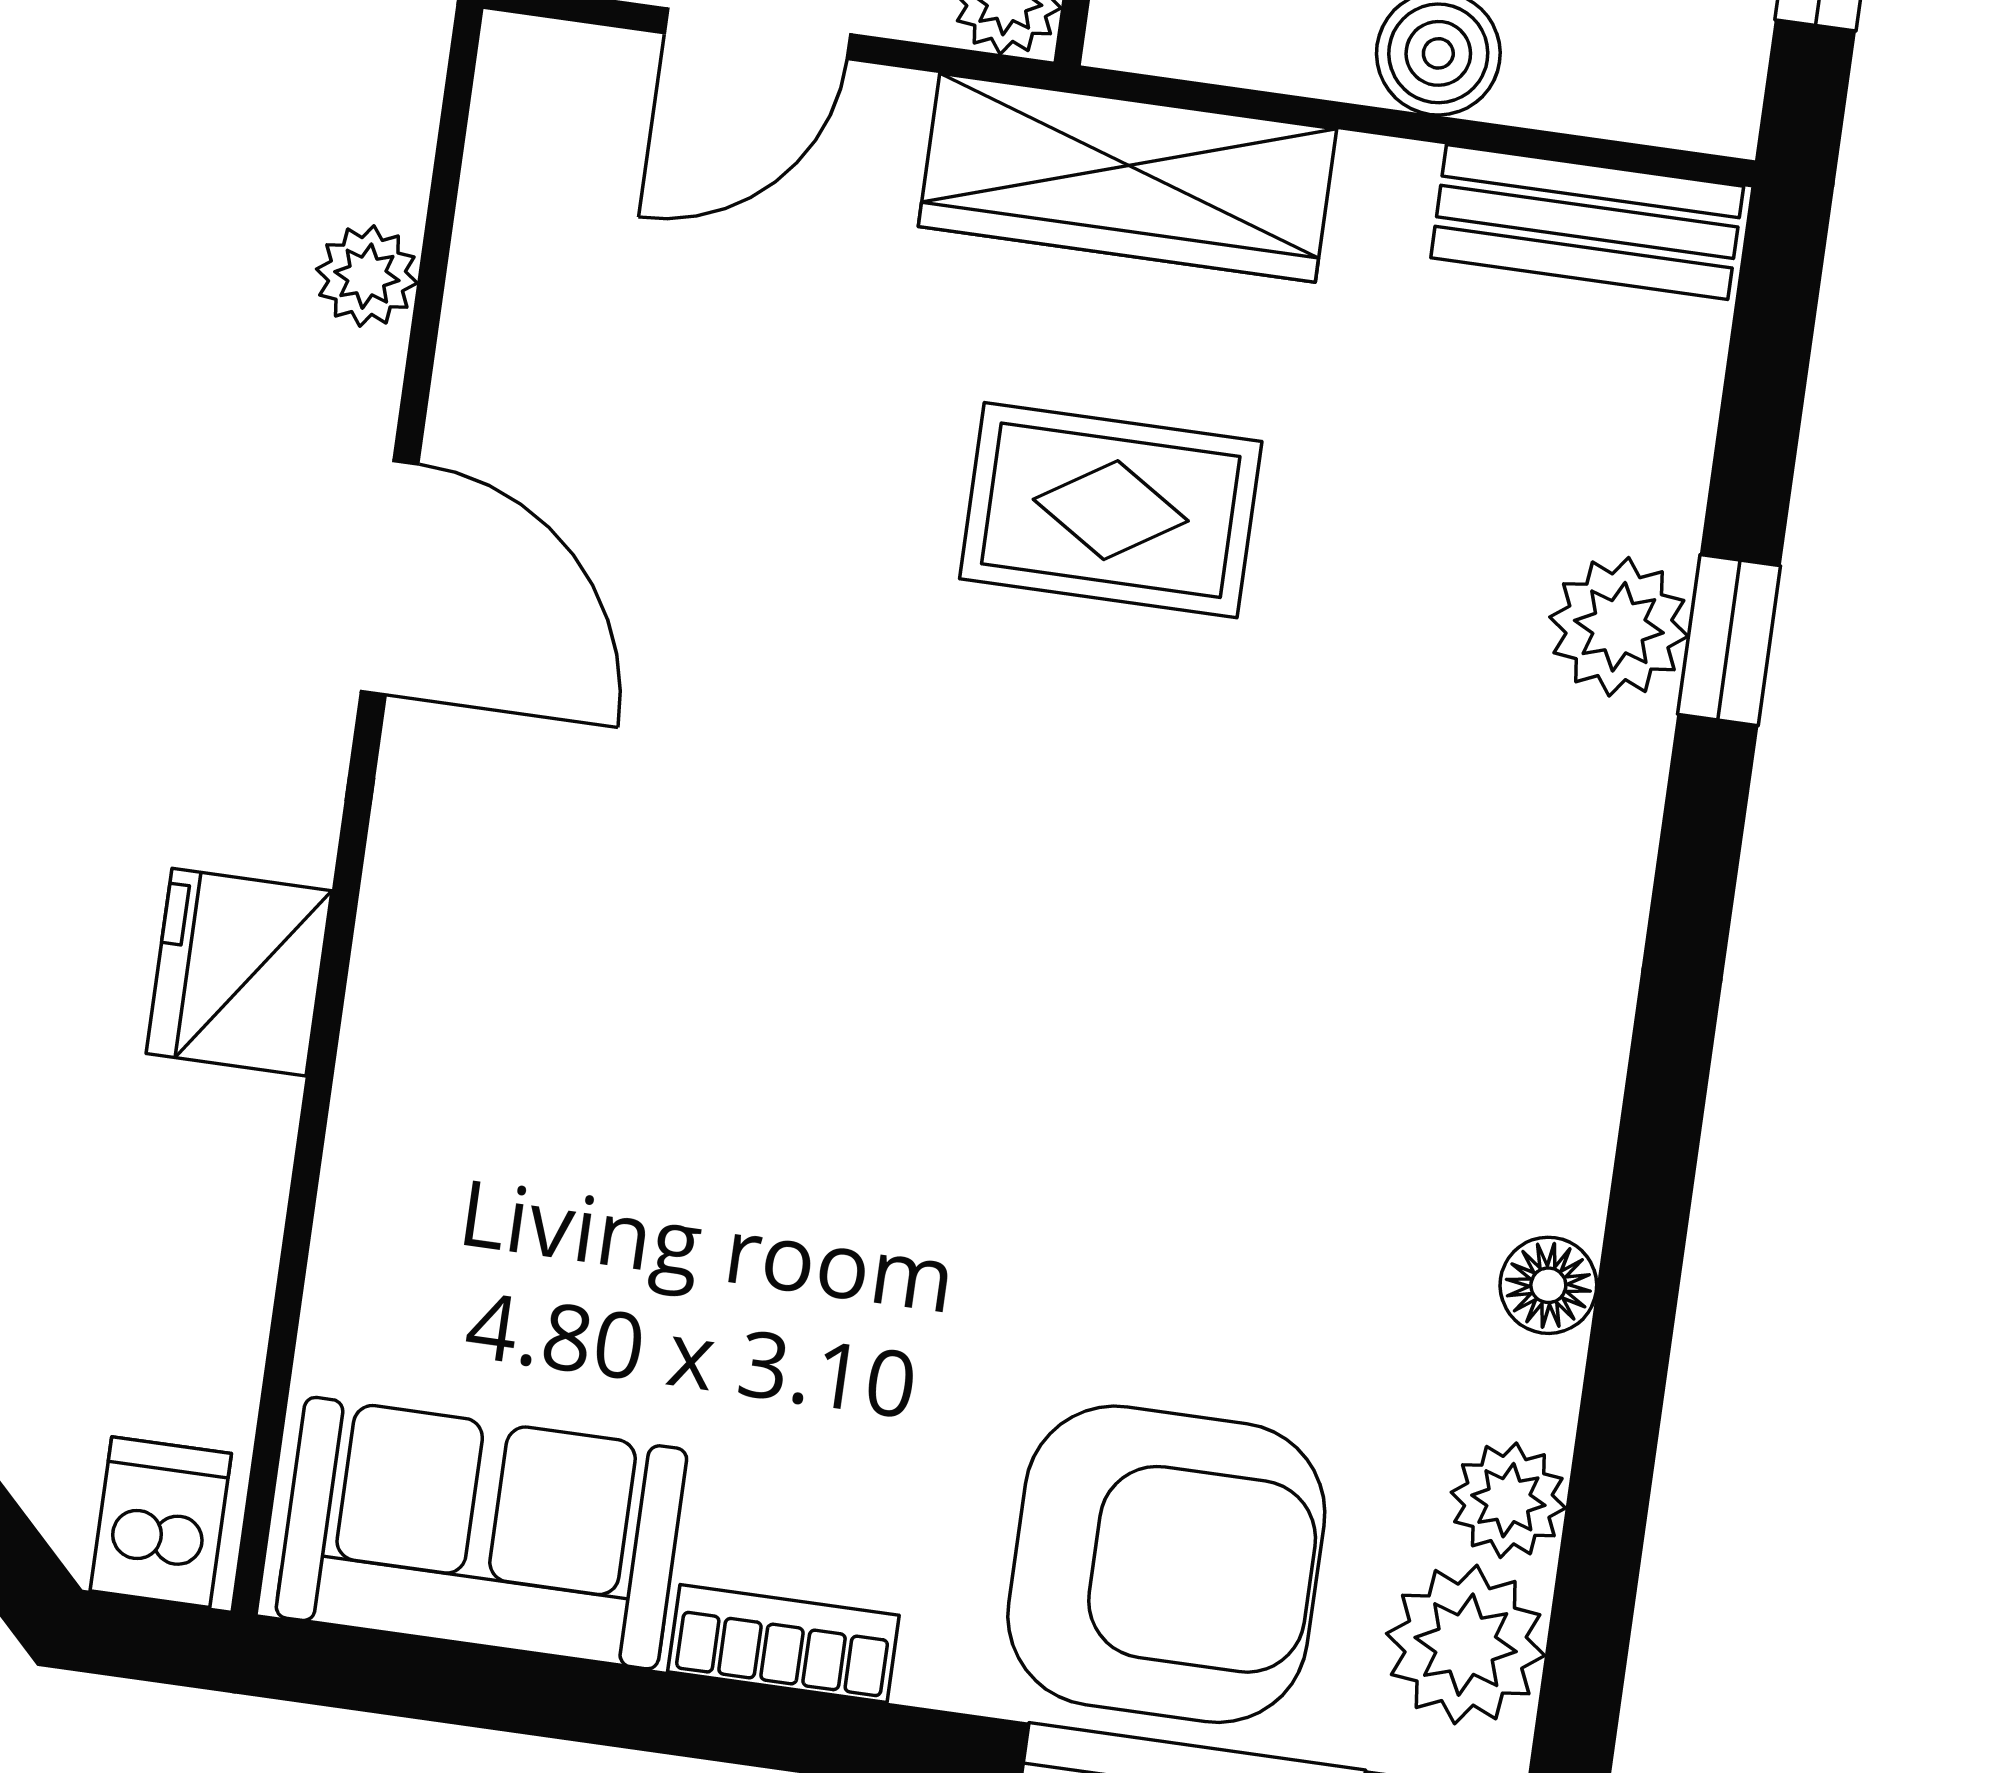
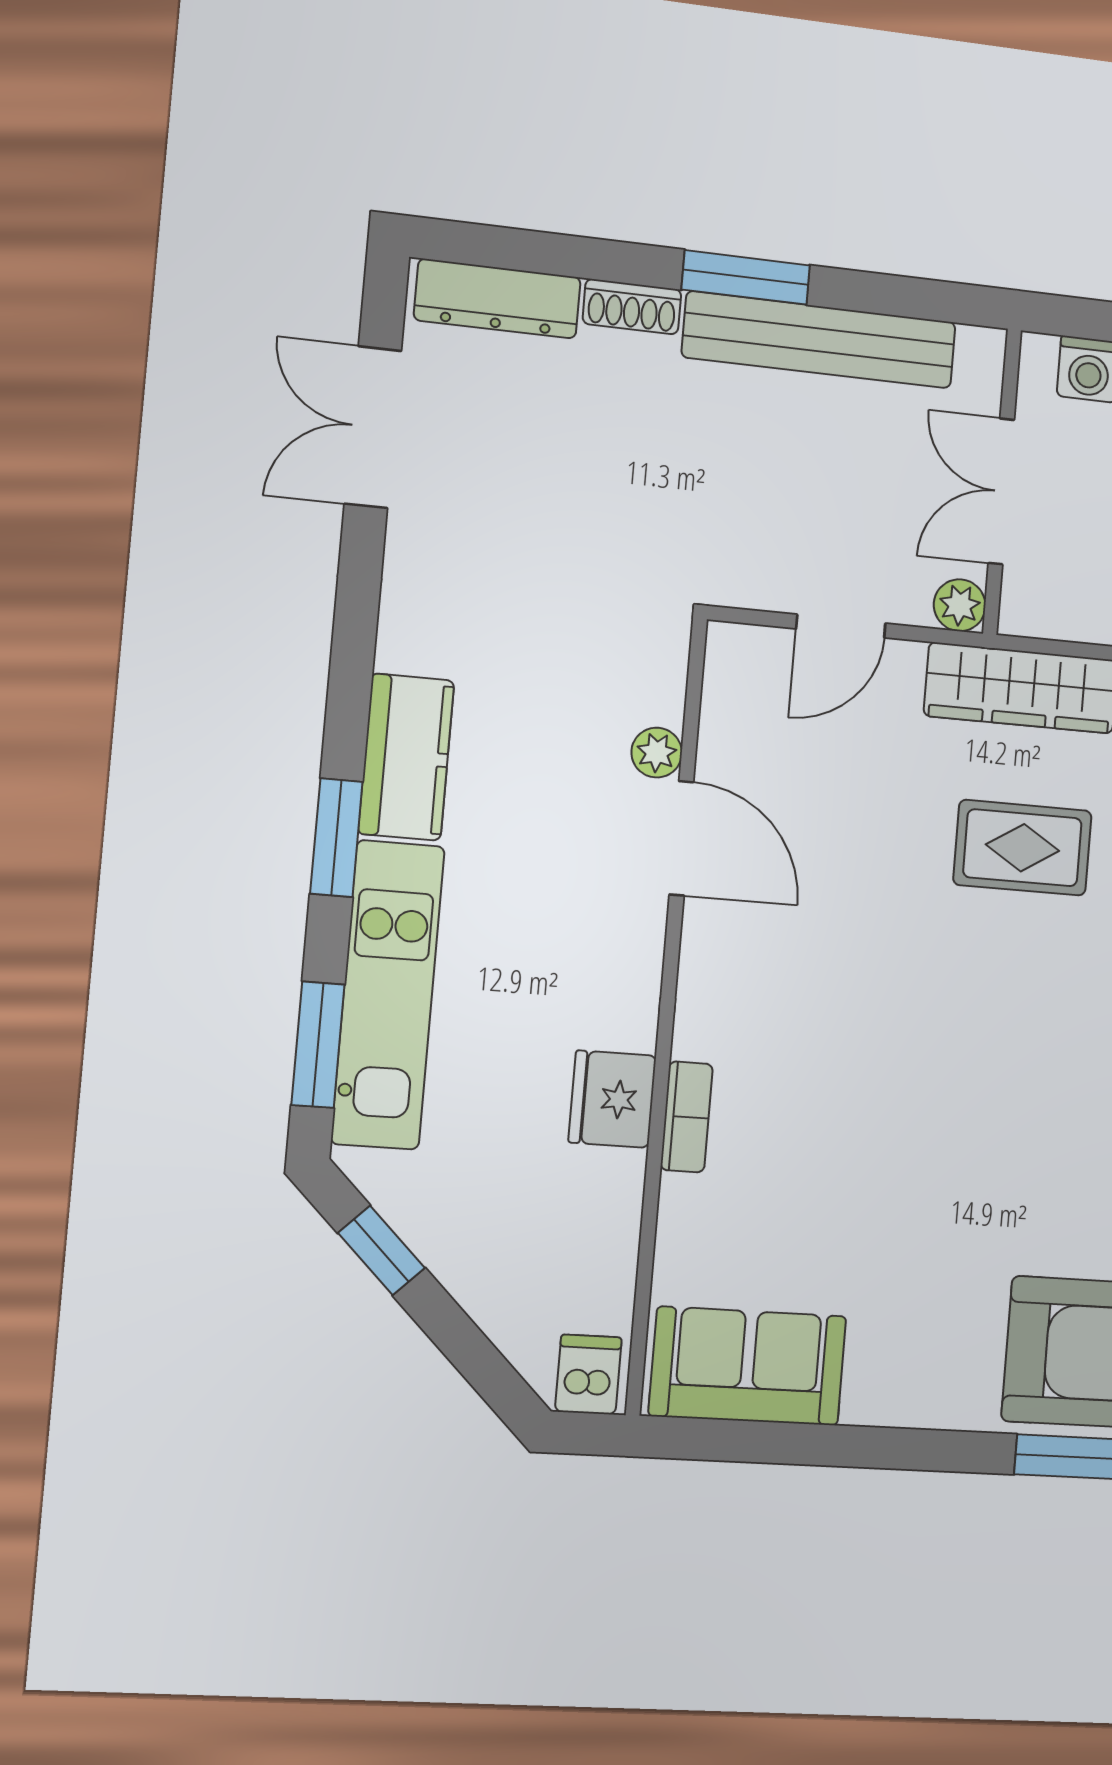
door: (390, 578) -> (681, 838), moved
bookcase: (783, 1644) -> (687, 1117), moved, turned 90

